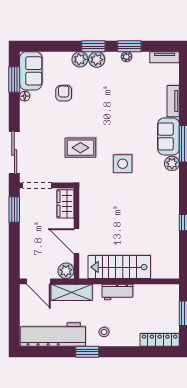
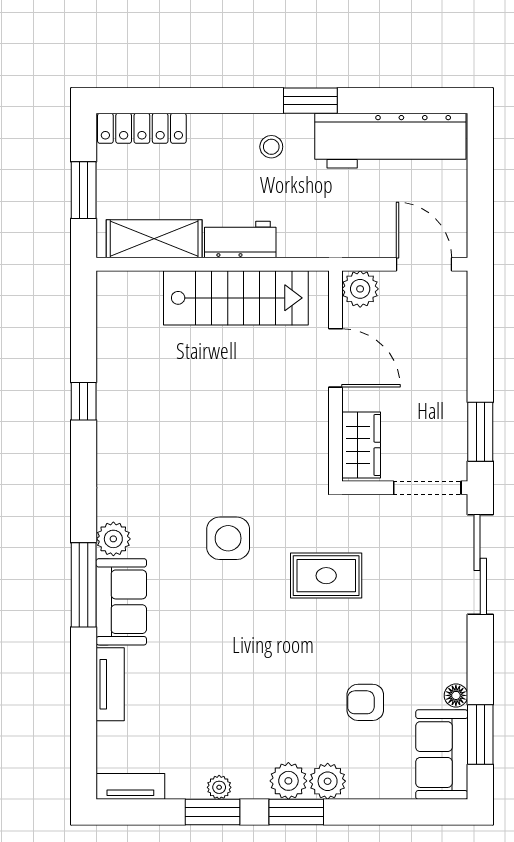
armchair: (64, 93) -> (365, 702), turned 90
shelving: (72, 292) -> (154, 239), moved

